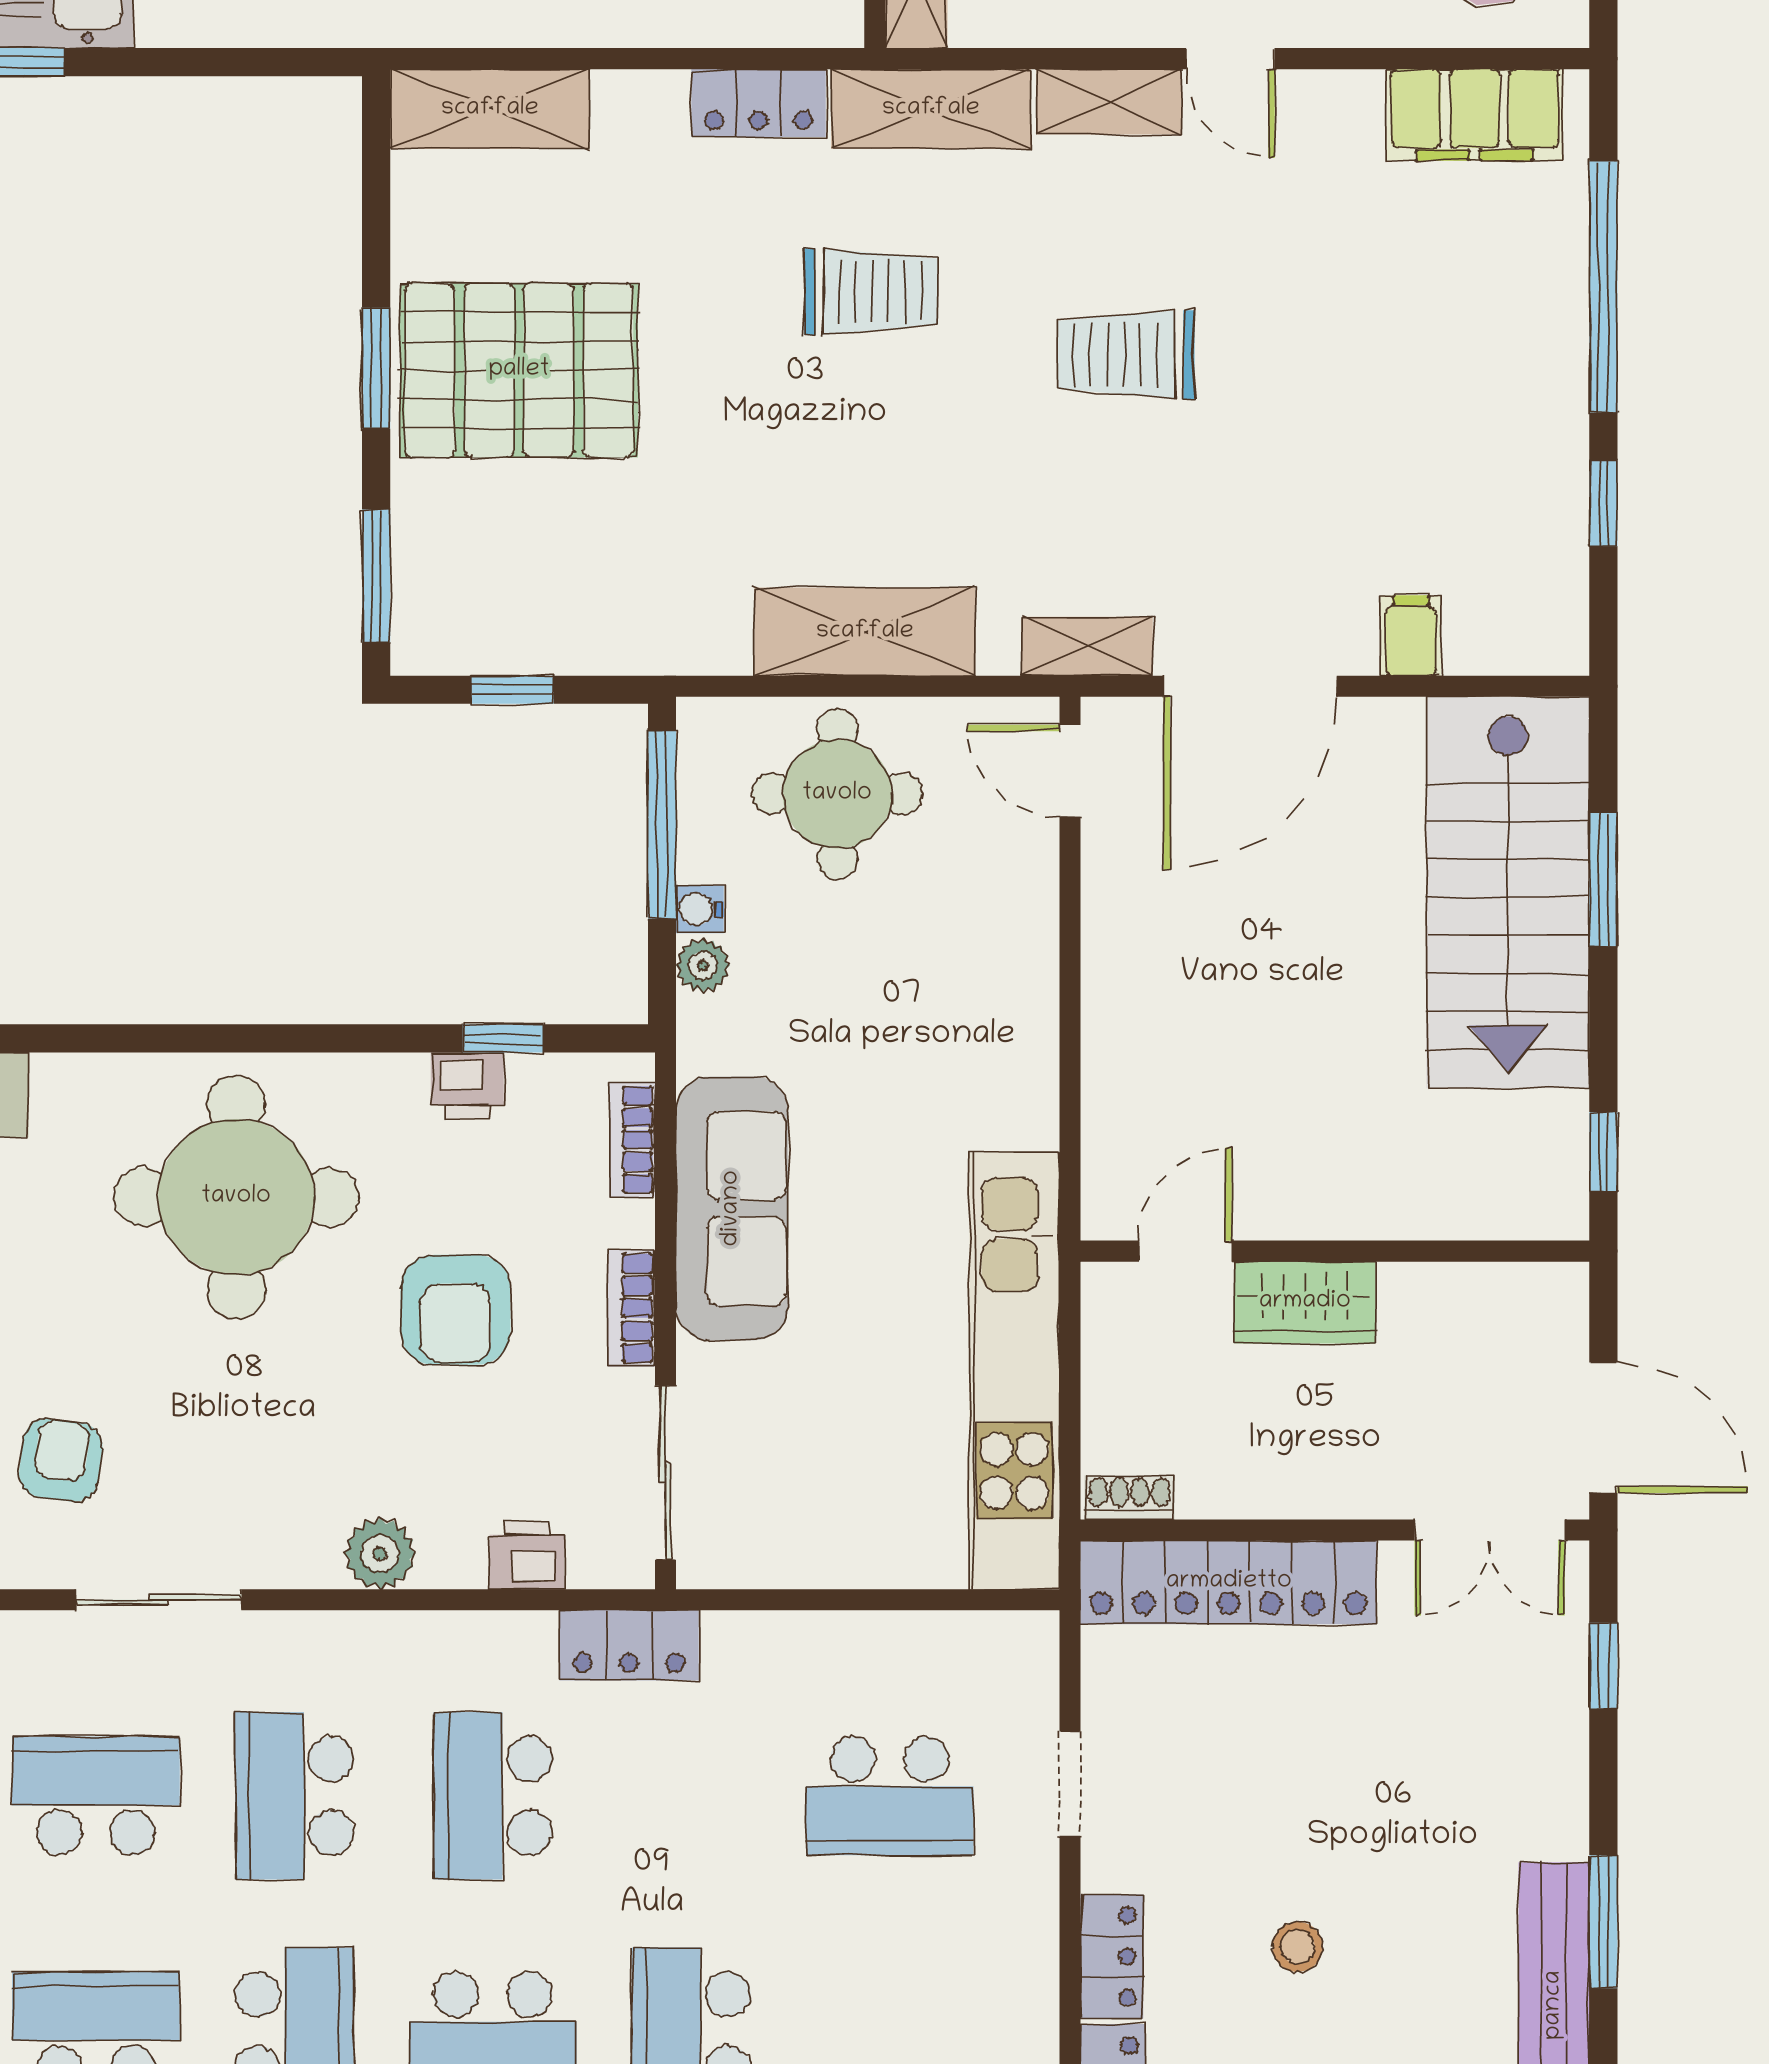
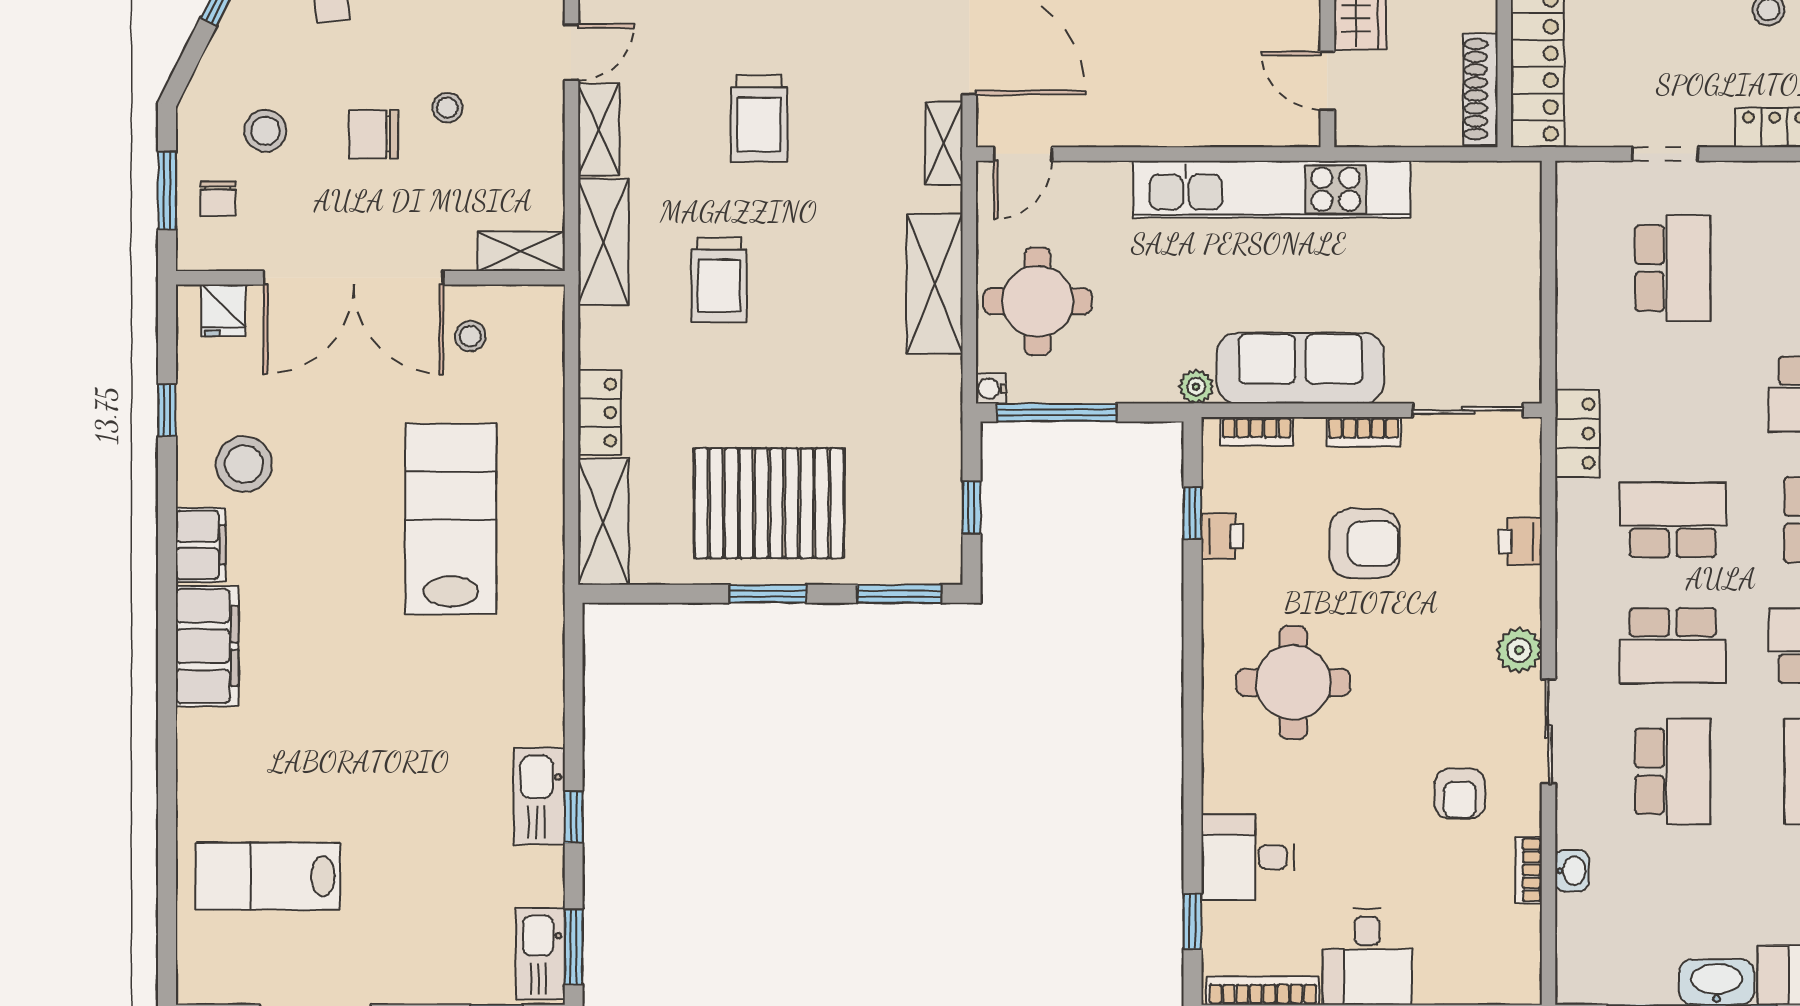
locker: (759, 103) -> (600, 413), moved
trolley: (871, 292) -> (719, 280), turned 180
pallet: (519, 370) -> (769, 503), turned 90
water cooler: (700, 909) -> (991, 389), moved, turned 90
plant: (703, 965) -> (1196, 387), moved
round table: (236, 1197) -> (1293, 682), width x0.73, depth x0.73
kitchen unit: (1014, 1370) -> (1272, 189), moved
armchair: (61, 1460) -> (1460, 794), turned -98
shoe rack: (1129, 1497) -> (1480, 89), width x1.94, depth x1.24
plant: (380, 1554) -> (1519, 650), moved
printer: (527, 1555) -> (1520, 541), moved
school desk: (96, 1796) -> (1673, 771), turned 180
school desk: (493, 1796) -> (1673, 520), turned 180

